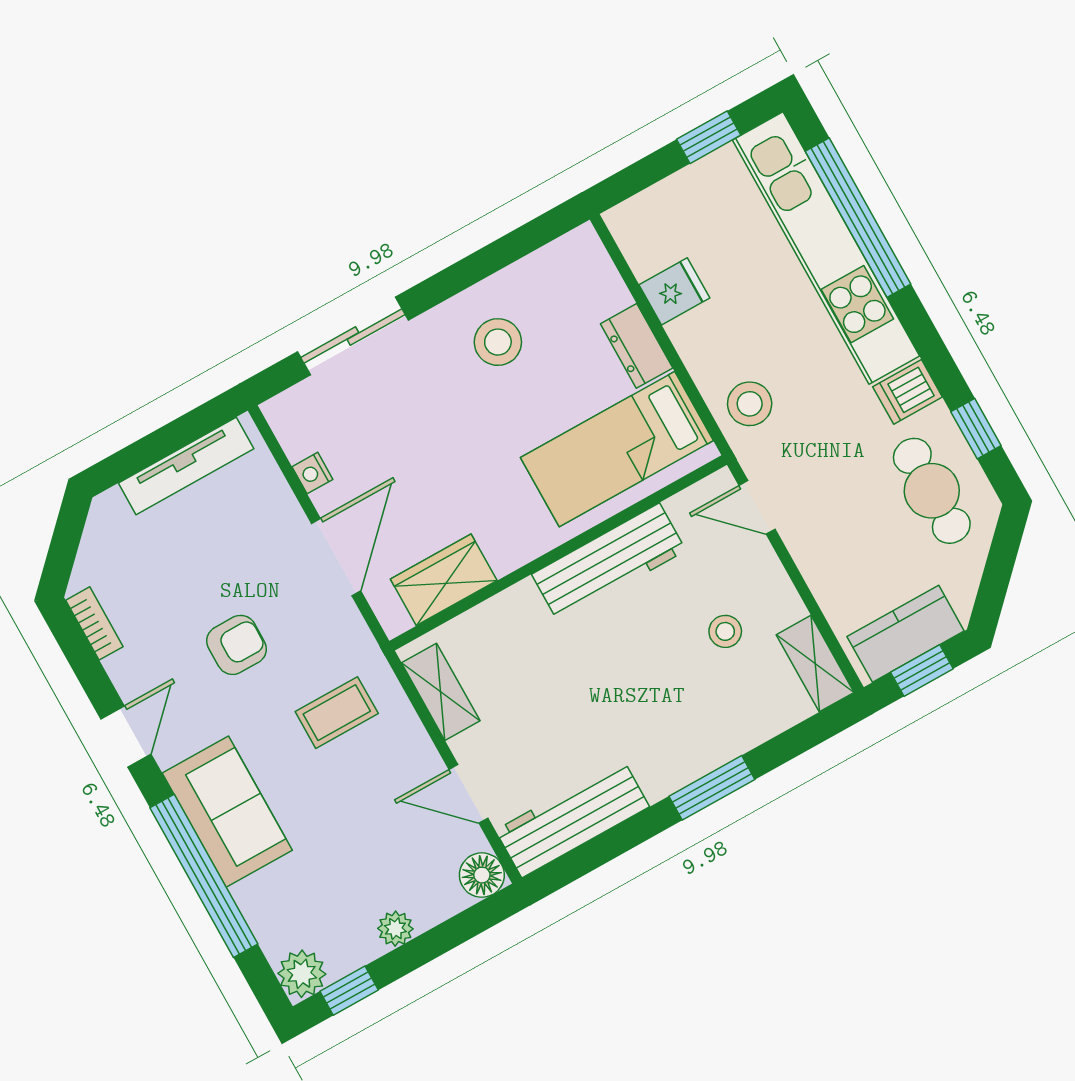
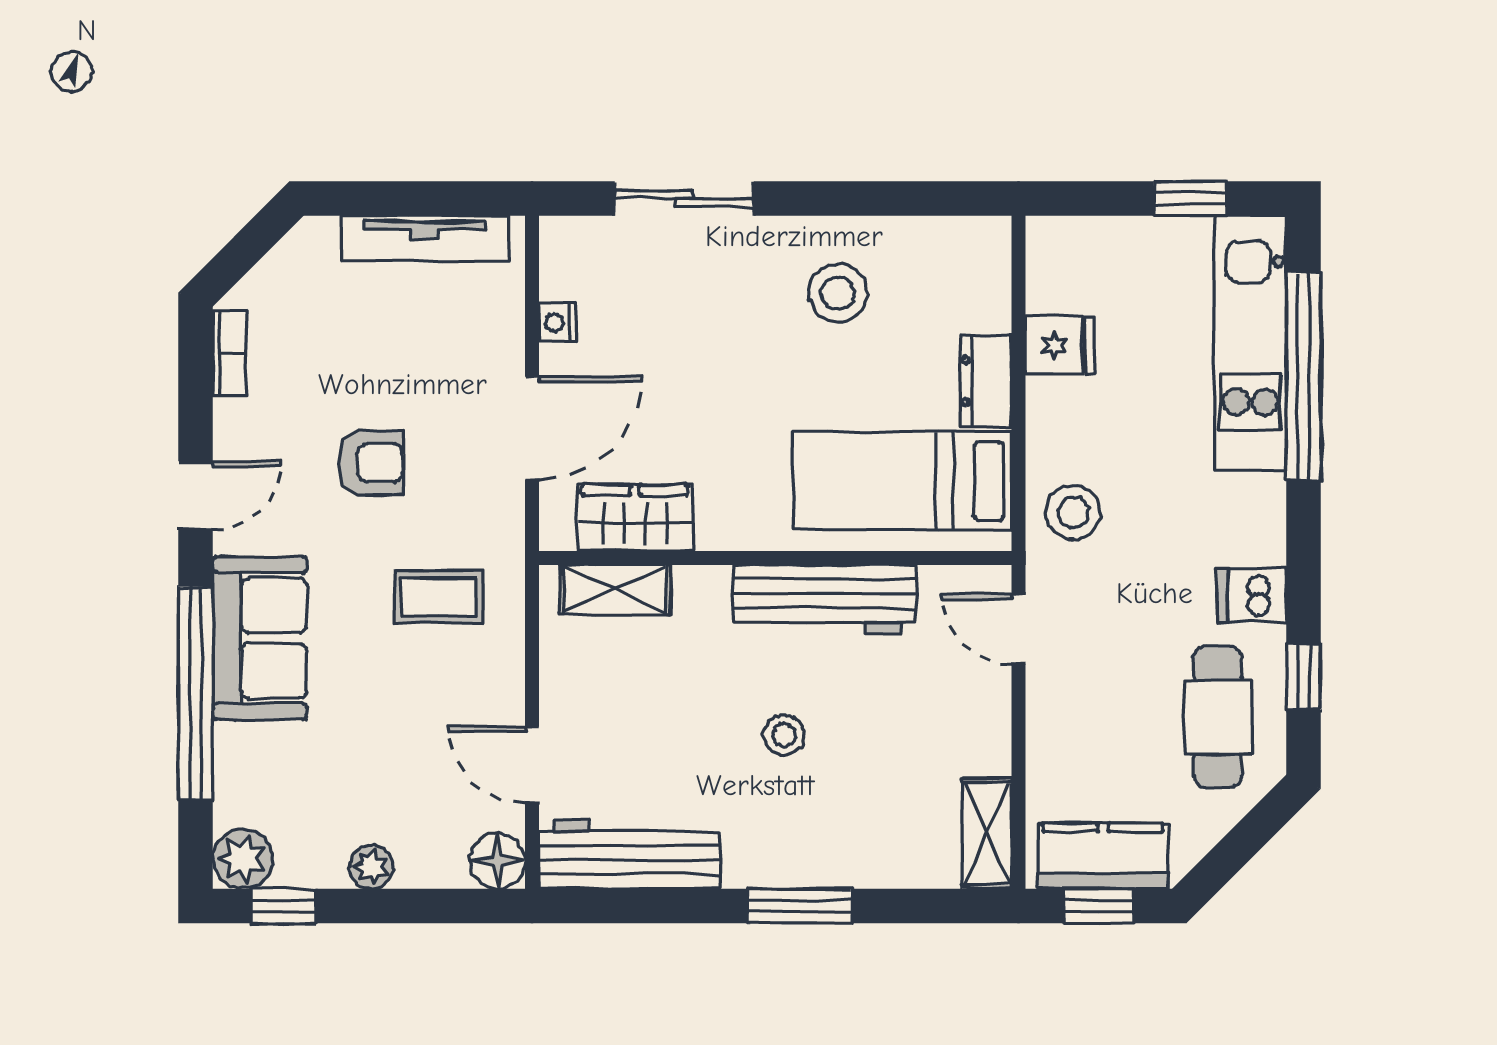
kitchen unit: (826, 248) -> (1250, 343), width x0.73
stool: (725, 631) -> (784, 735), moved
shelving: (441, 692) -> (615, 590), moved, turned 90

